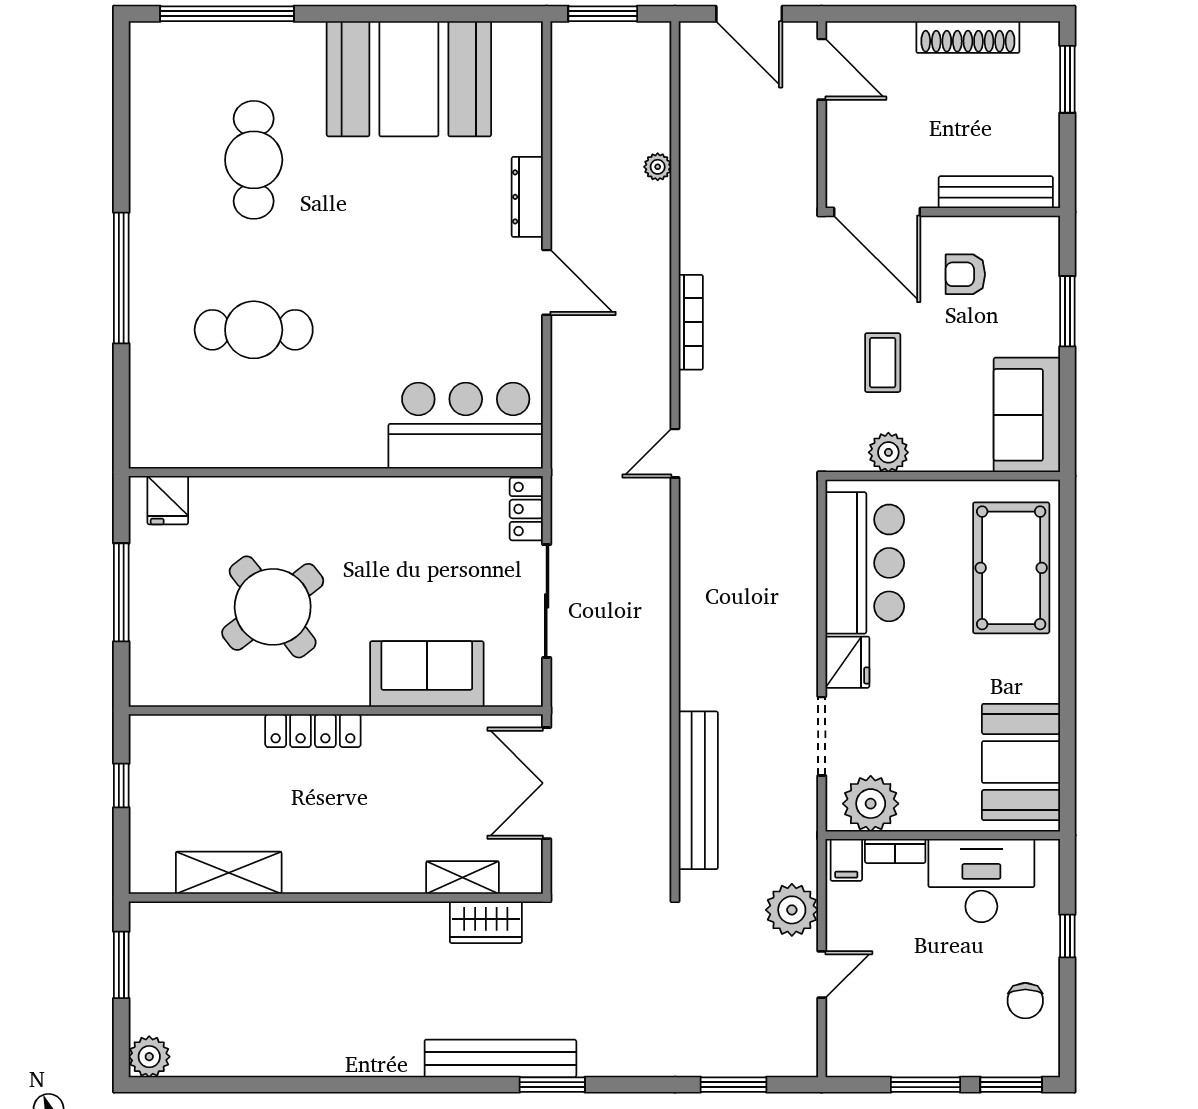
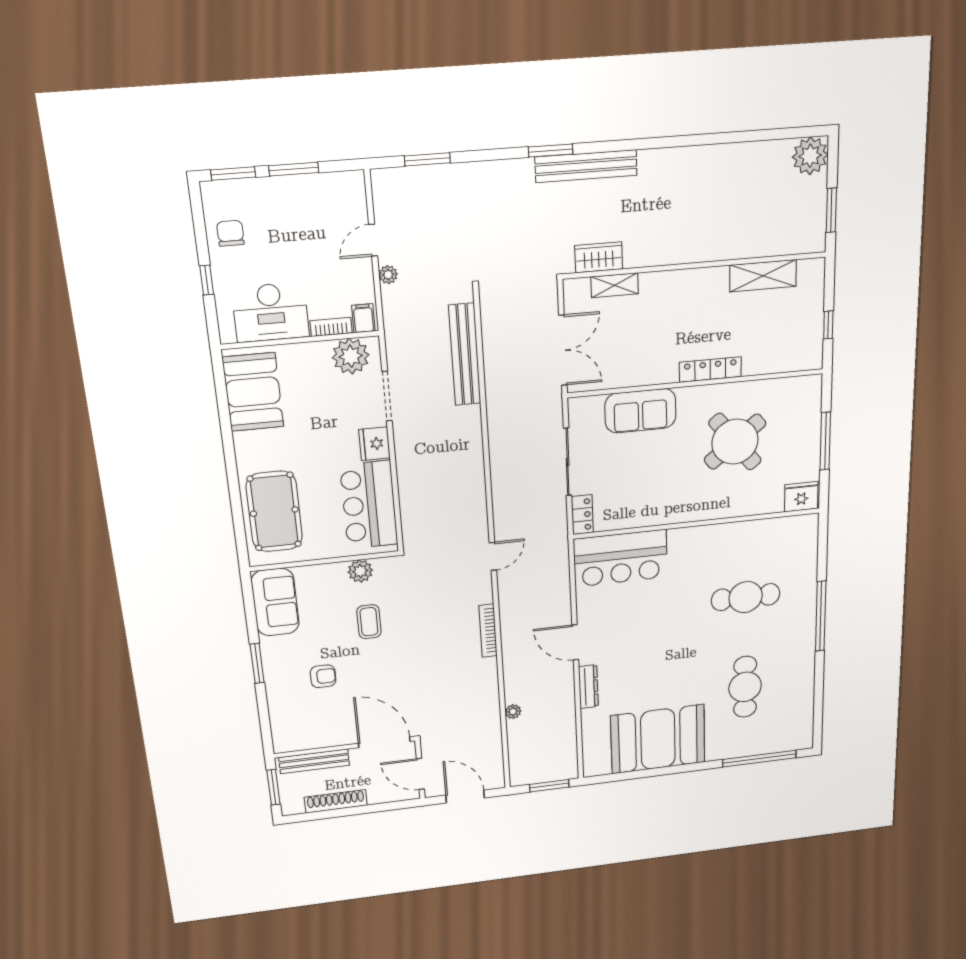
bench: (996, 192) -> (314, 761), moved
door: (877, 212) -> (384, 742), moved
wall: (943, 212) -> (345, 747), moved
fridge: (168, 500) -> (801, 497), width x1.38
plant: (792, 910) -> (388, 275), width x0.53, depth x0.53
plant: (149, 1057) -> (810, 156), width x1.36, depth x1.36

